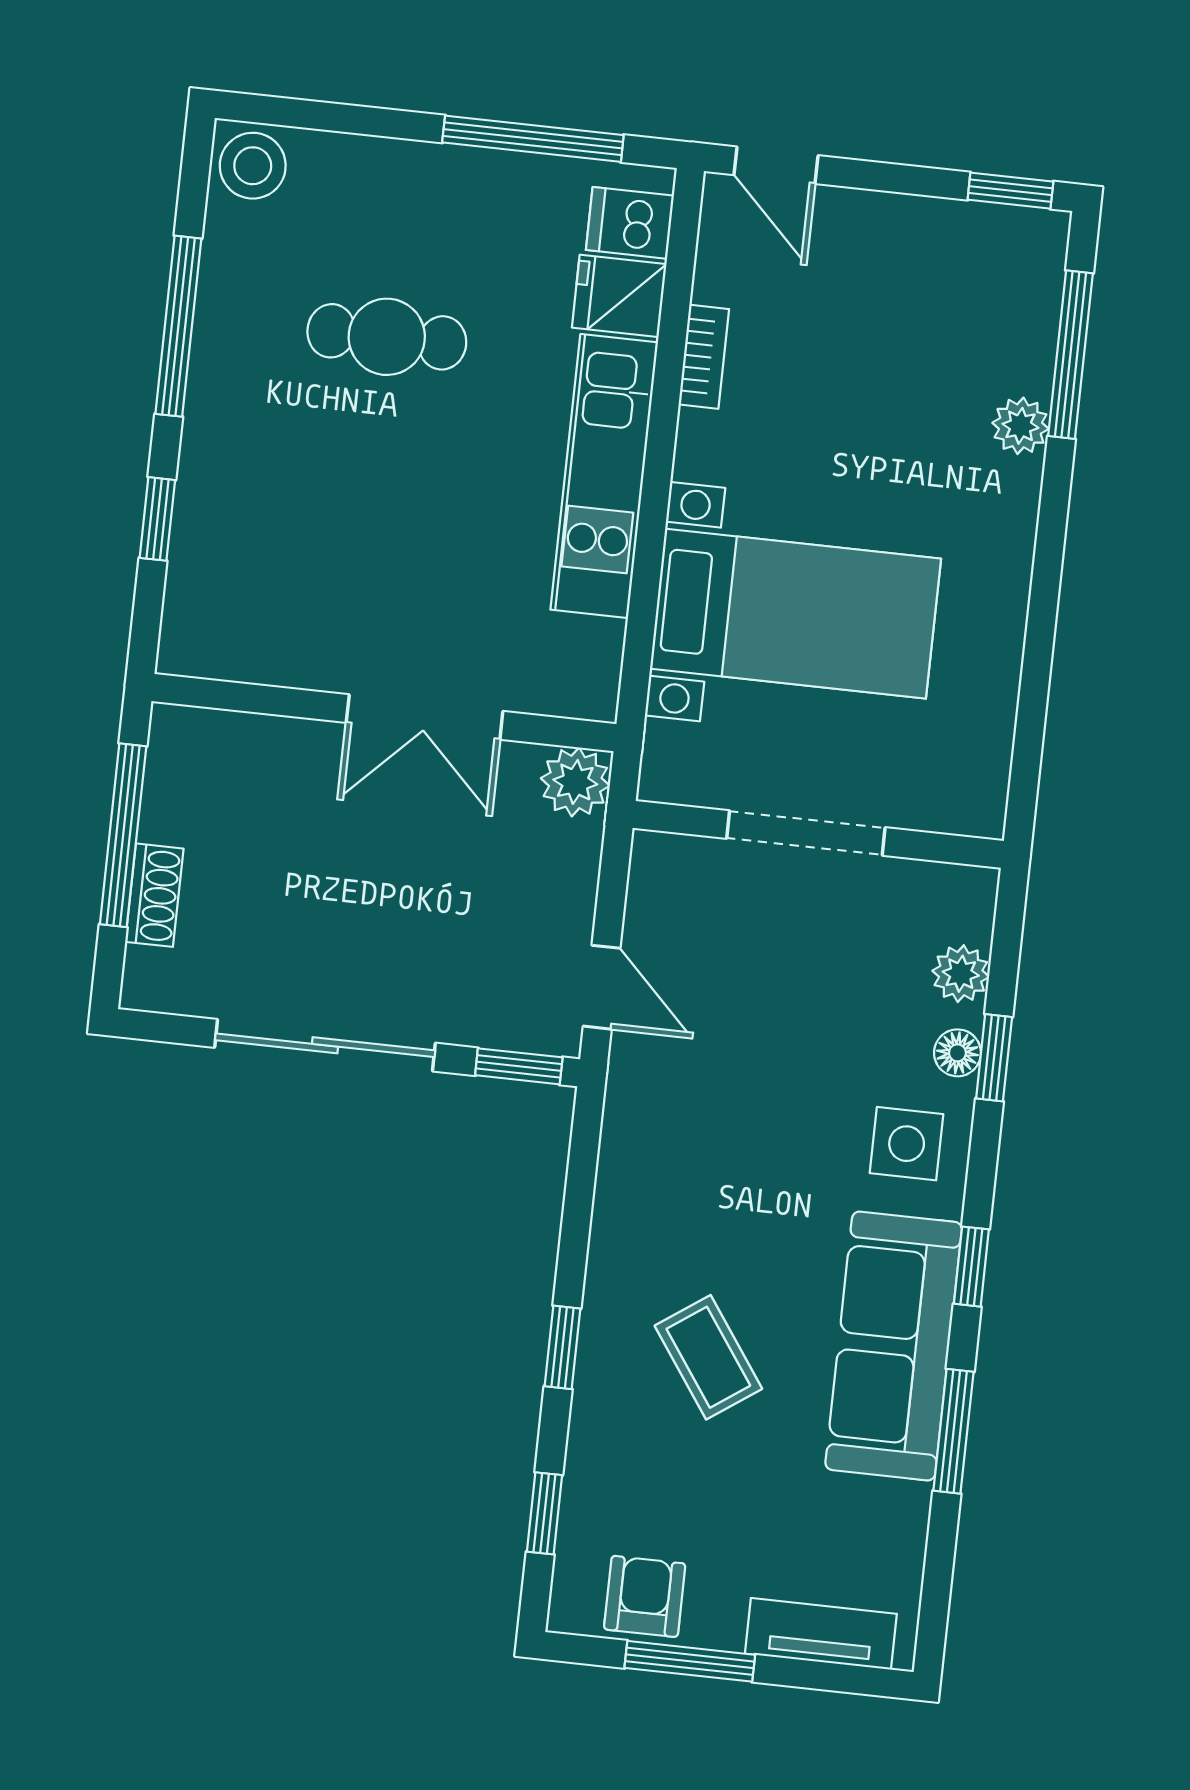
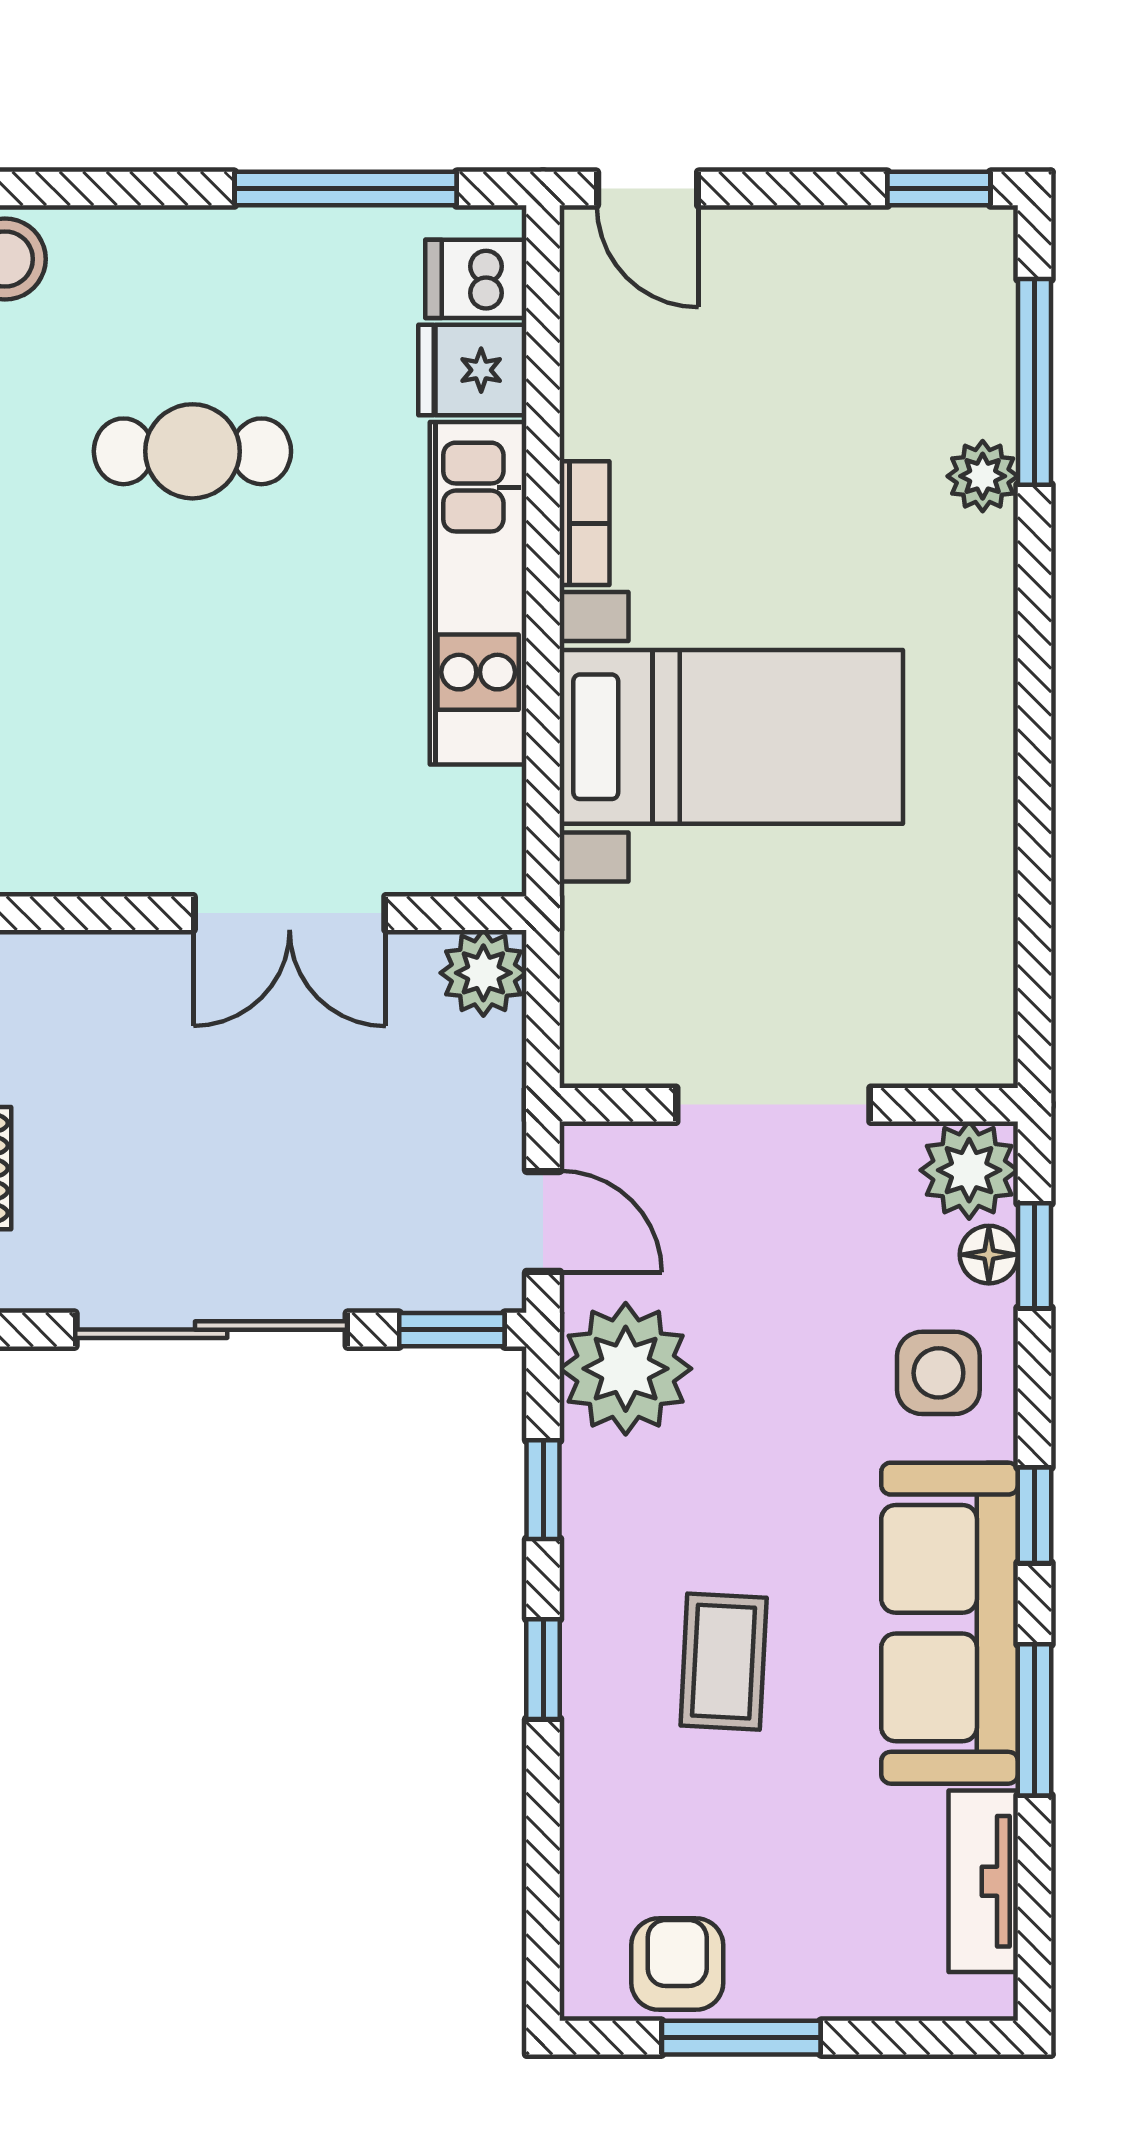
bookcase: (704, 357) -> (585, 523), moved
doorway: (806, 833) -> (773, 1105), moved
wall: (818, 834) -> (789, 1105), moved
plant: (961, 974) -> (969, 1170), width x1.38, depth x1.38
plant: (655, 1113) -> (626, 1369), added
coffee table: (708, 1357) -> (724, 1662), turned 38
window: (544, 1513) -> (543, 1490), moved
tv unit: (821, 1634) -> (983, 1881), moved, turned -90

